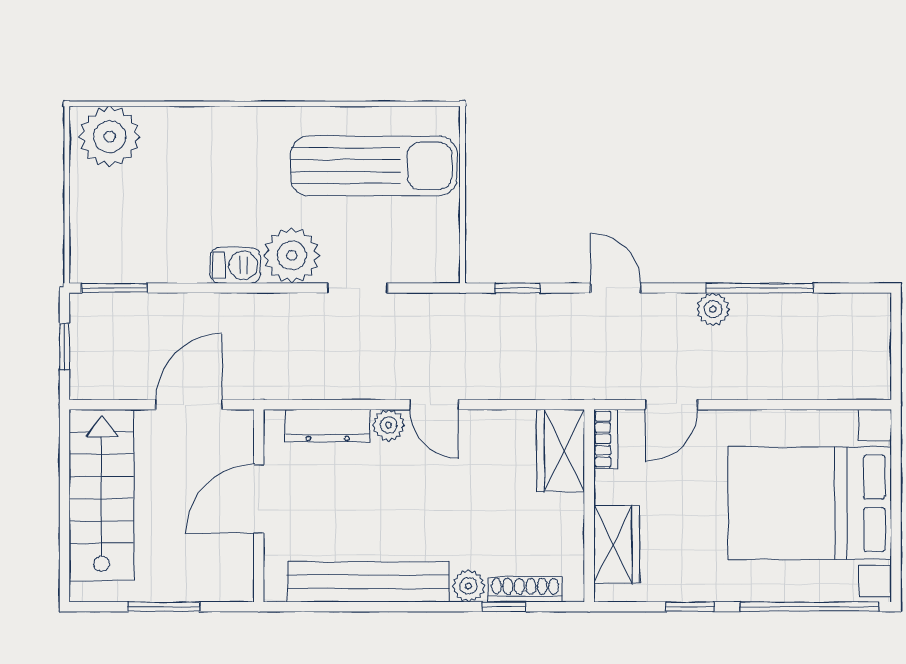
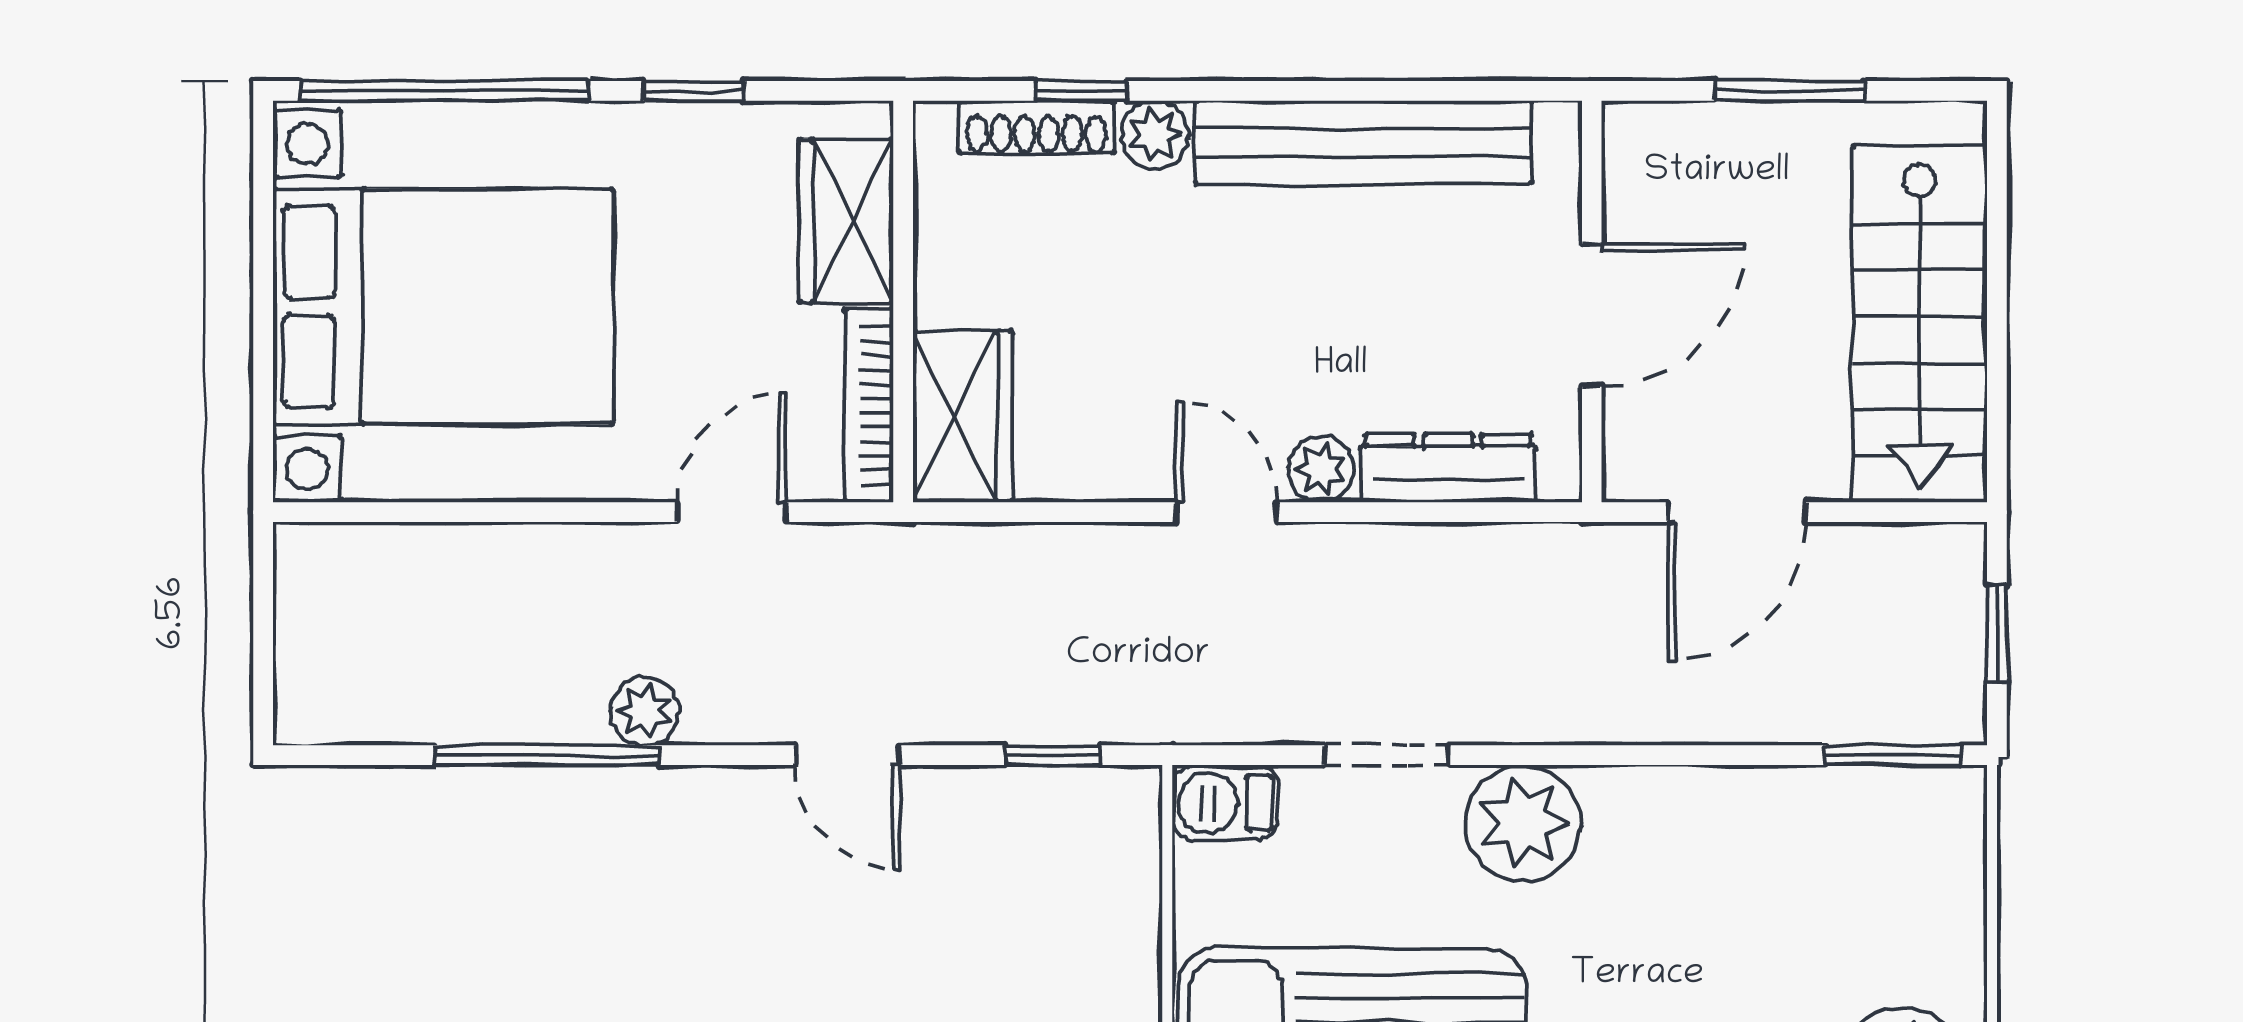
barbecue: (235, 265) -> (1225, 803), moved
bookcase: (606, 439) -> (869, 406), width x1.56

